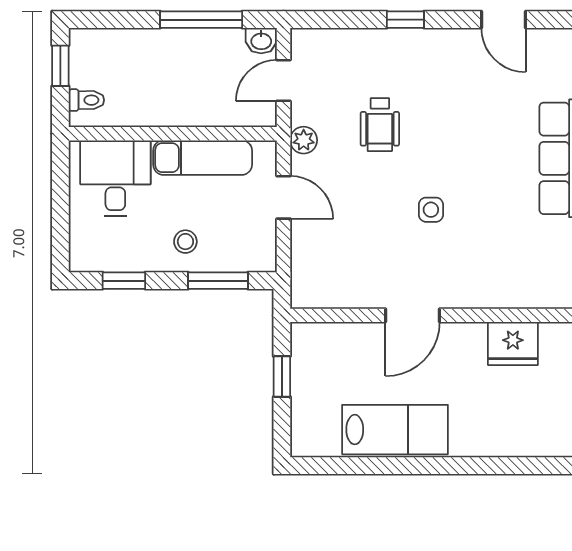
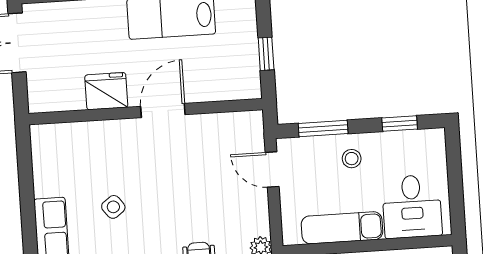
door: (283, 197) -> (272, 170), moved
side table: (431, 210) -> (113, 207), moved, turned -37
fridge: (513, 344) -> (106, 91), moved

